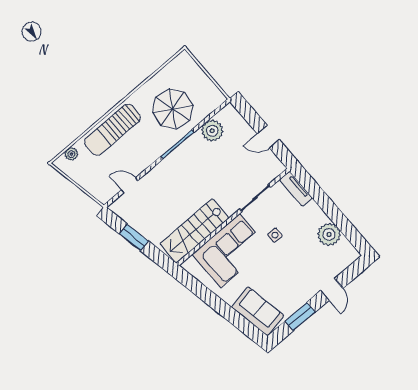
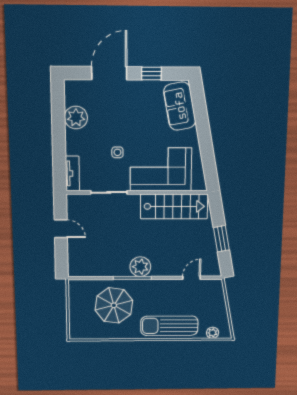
sun lounger: (112, 130) -> (169, 326), turned 180
plant: (212, 131) -> (140, 267), moved
door: (130, 185) -> (191, 278), swing flipped
door: (332, 289) -> (109, 73), width x1.88
window: (300, 317) -> (151, 74), width x0.67

